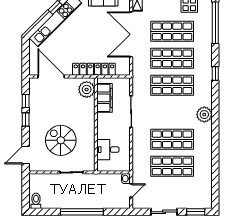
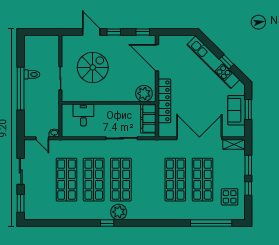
window: (215, 74) -> (107, 223), moved
door: (51, 76) -> (157, 58), swing flipped
shop shelf: (172, 85) -> (121, 180), moved
filing cabinet: (105, 98) -> (148, 119), moved, turned 90
window: (26, 101) -> (143, 32), moved
door: (26, 155) -> (91, 32), moved
toilet: (36, 201) -> (32, 74), moved

